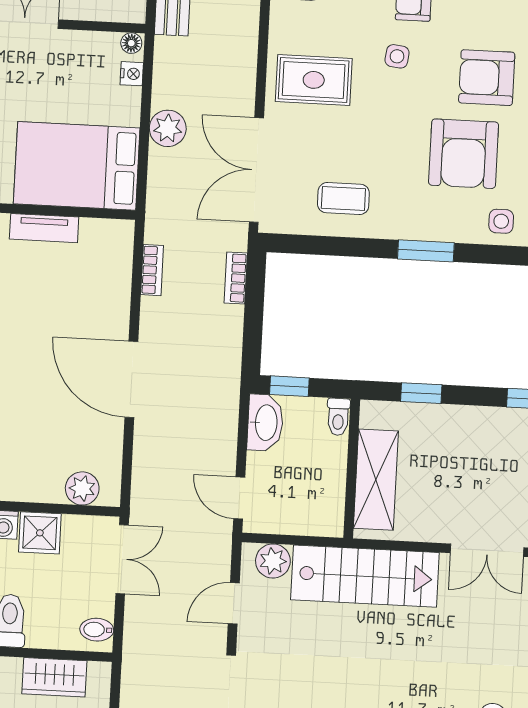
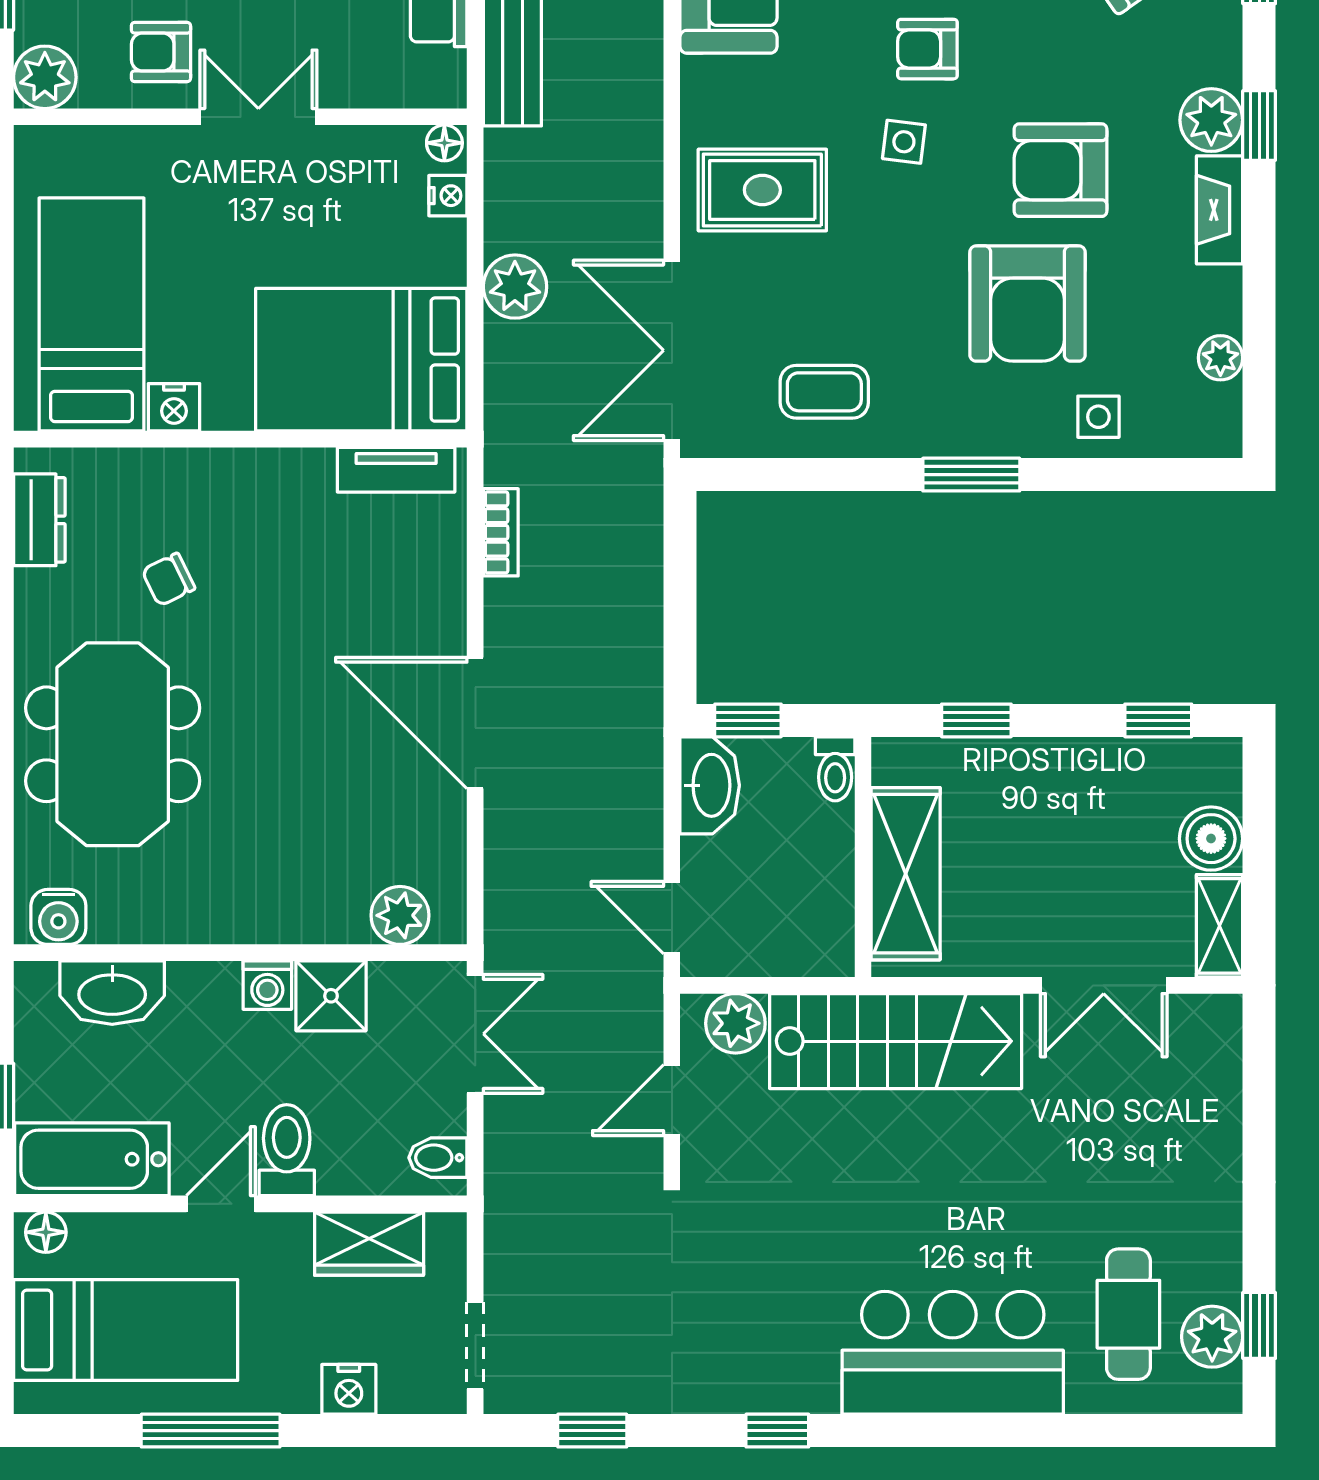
tv unit: (44, 228) -> (396, 470), moved
bookcase: (236, 278) -> (646, 539), removed

